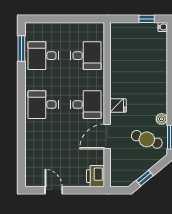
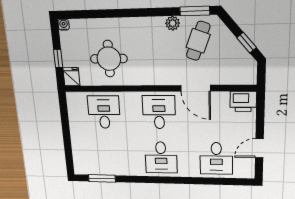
window: (147, 19) -> (58, 58), moved
desk: (43, 56) -> (216, 158), moved
round table: (133, 64) -> (109, 59), added
fridge: (118, 106) -> (71, 77), moved

